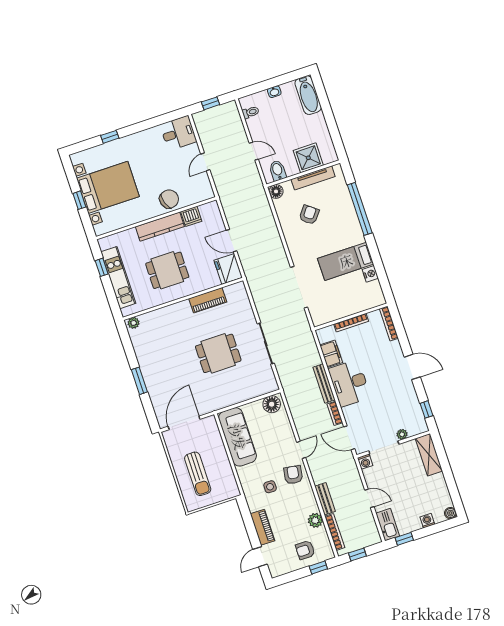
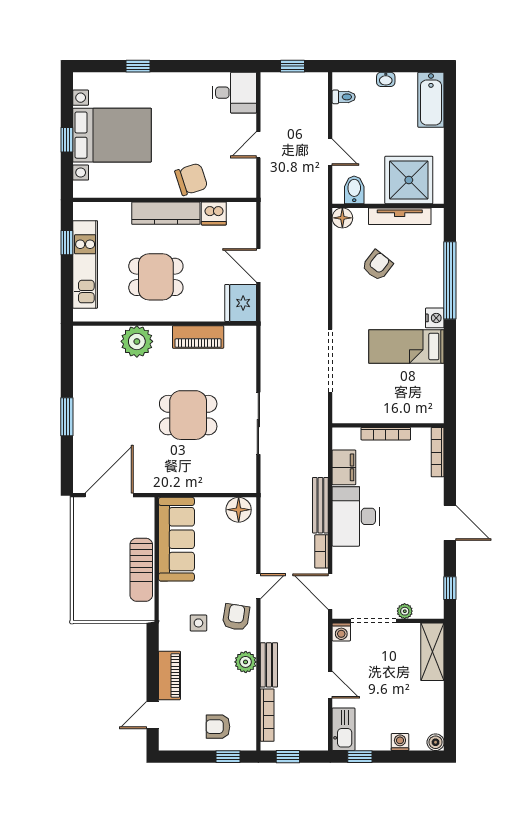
shower: (308, 158) -> (409, 180), width x1.37, depth x1.37
nightstand: (370, 274) -> (435, 318), moved
plant: (134, 323) -> (137, 341), moved, width x1.88, depth x1.88
sun lounger: (198, 474) -> (141, 570), moved
plant: (315, 520) -> (246, 662), moved

